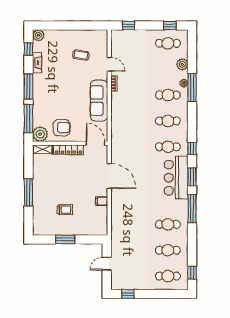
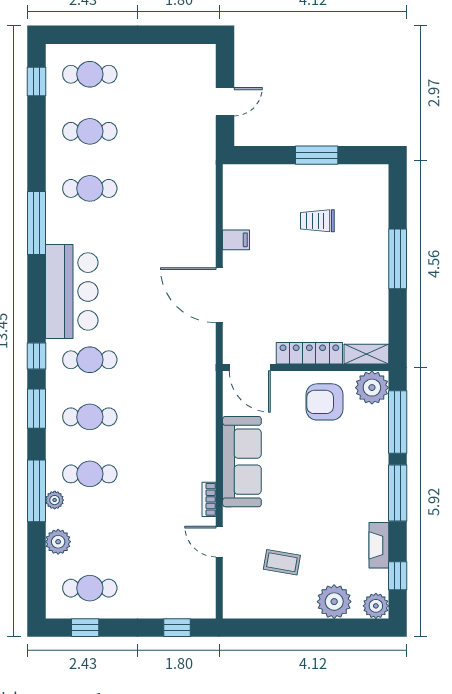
plant: (57, 37) -> (334, 602), added
window: (192, 177) -> (36, 409), moved
window: (128, 294) -> (178, 35), removed

